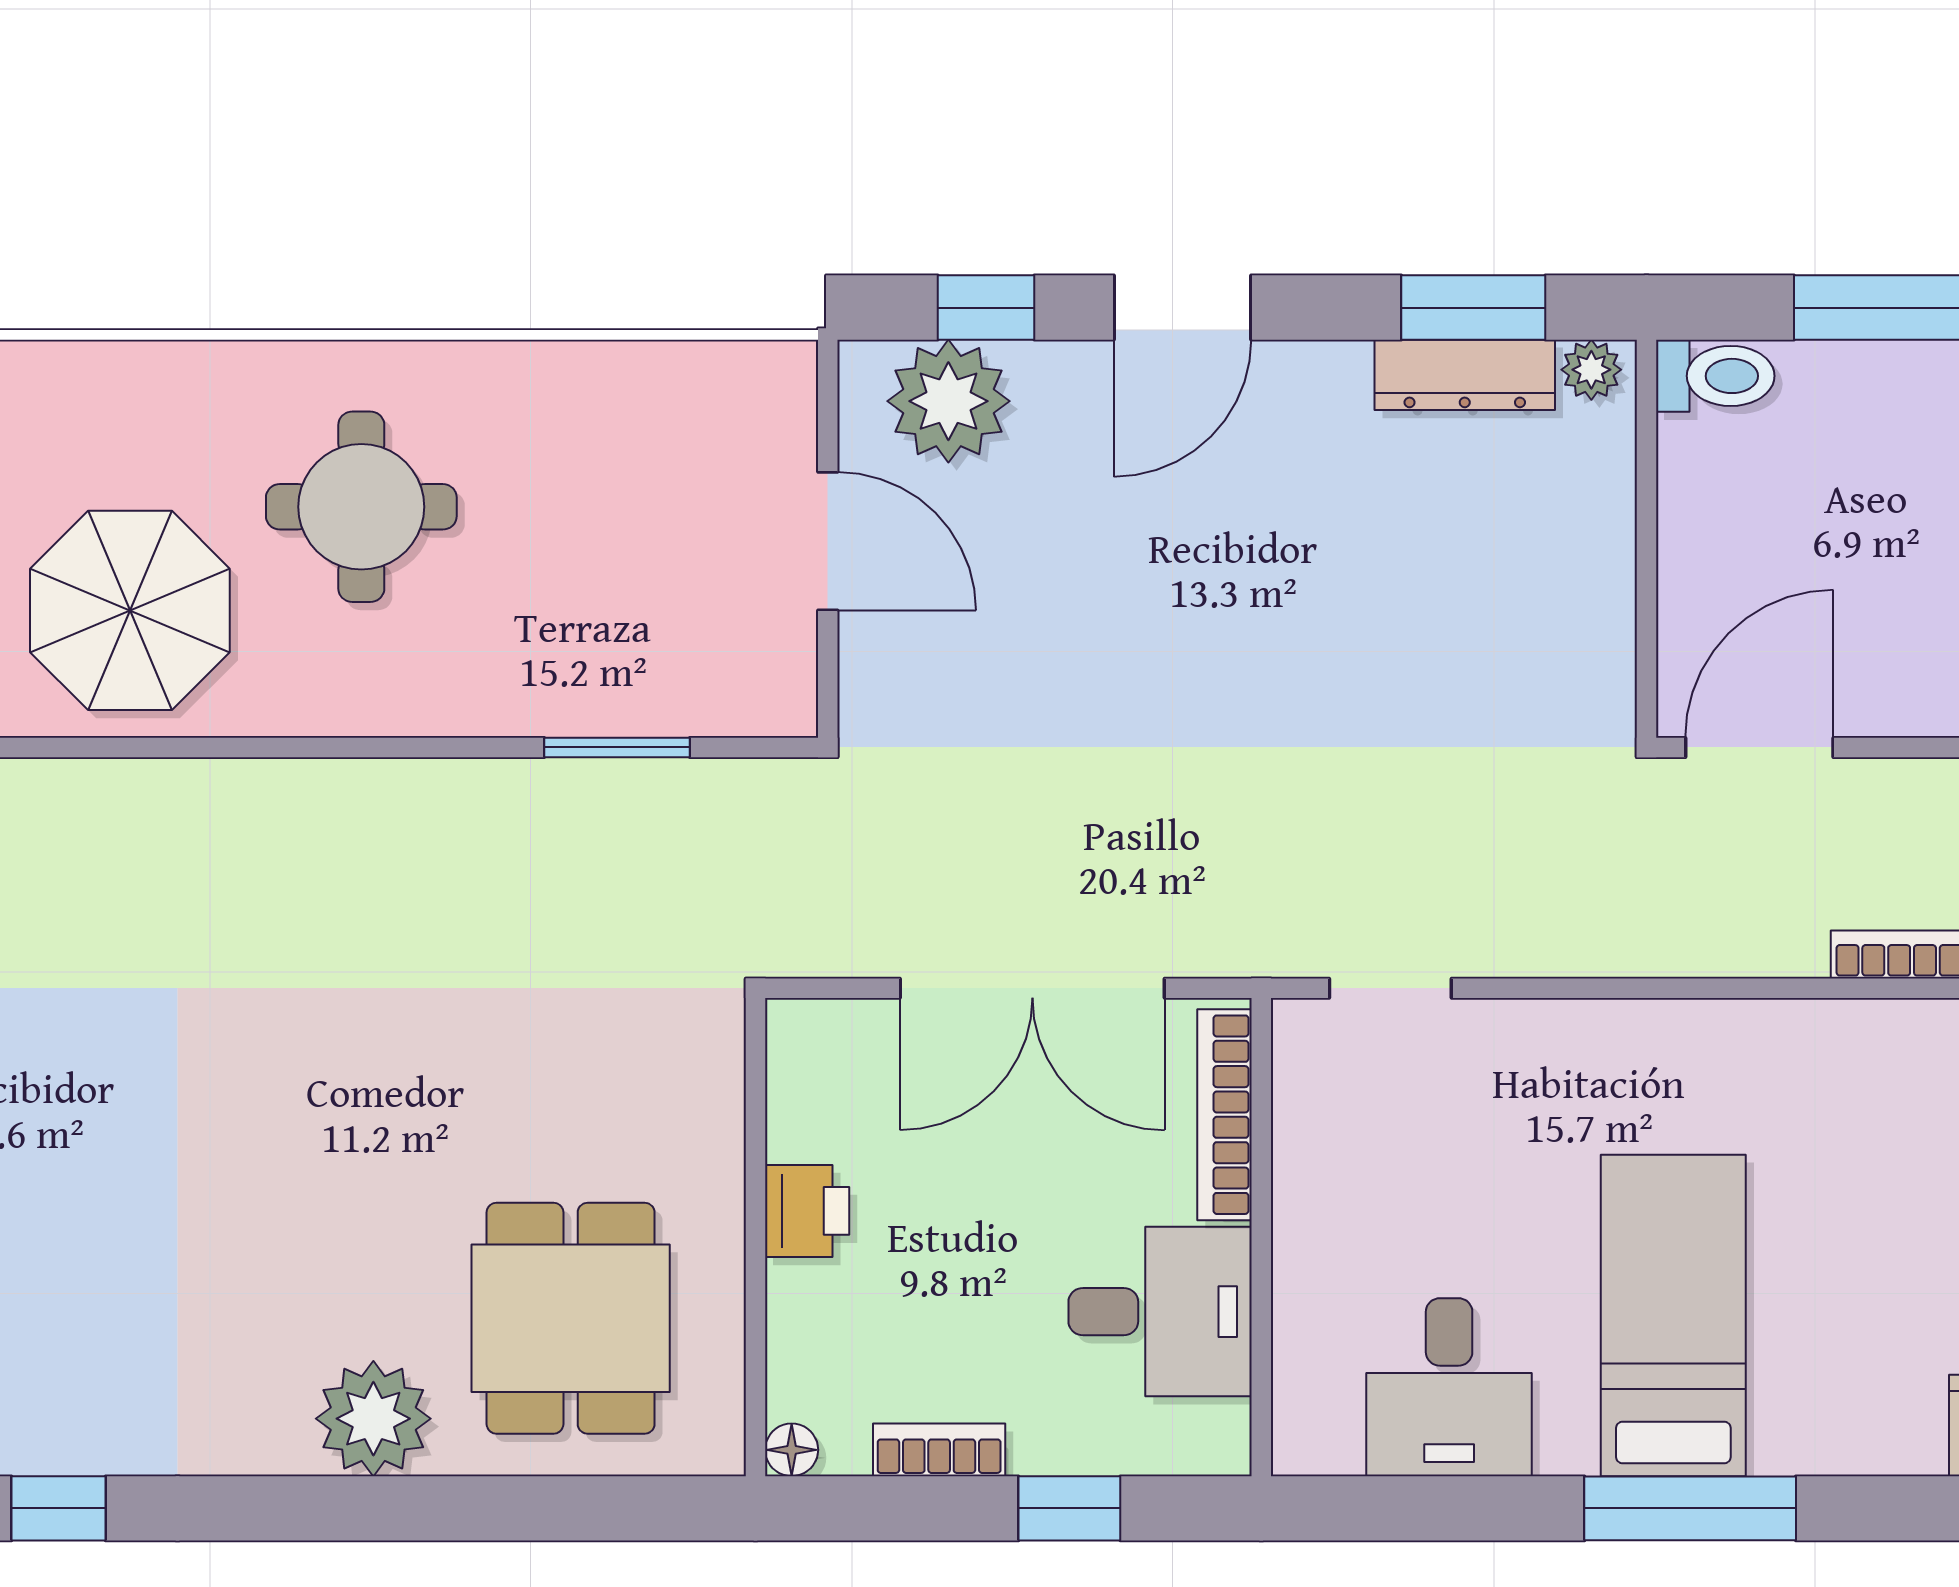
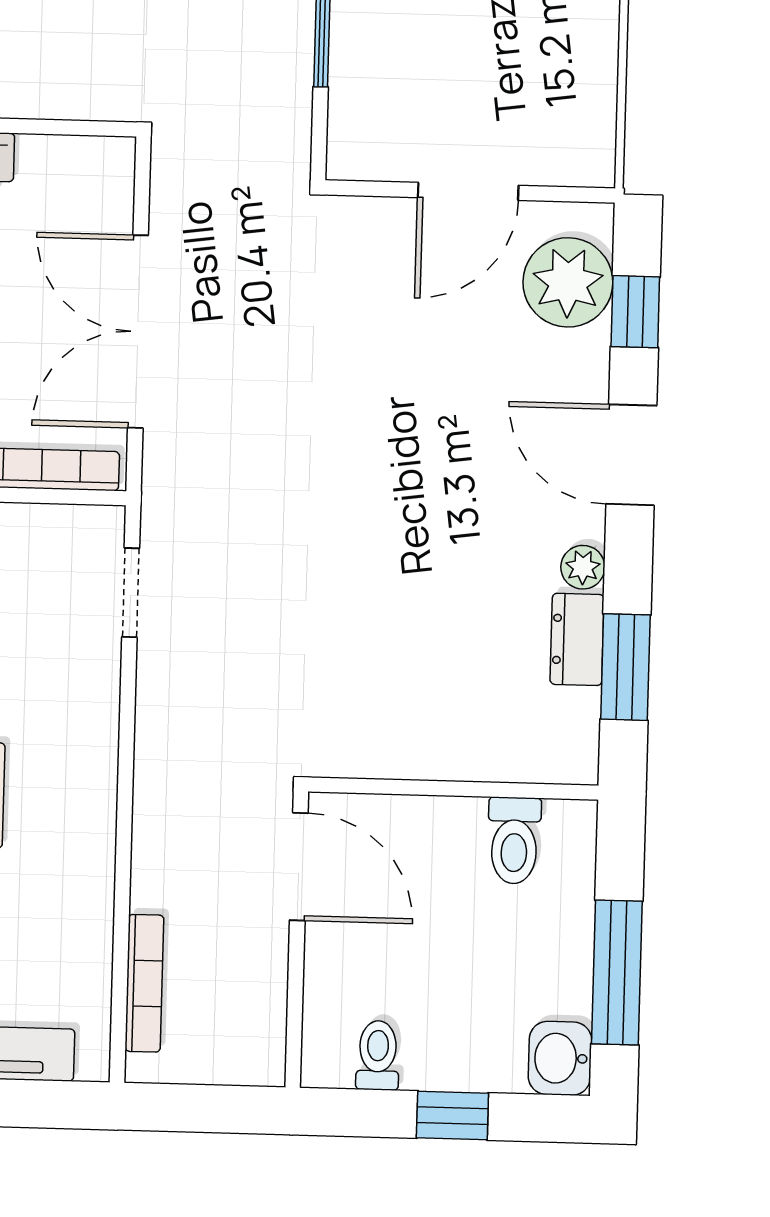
plant: (1591, 370) -> (583, 567), moved
dresser: (1465, 375) -> (577, 639), width x0.70
toilet: (1715, 376) -> (514, 841), moved

